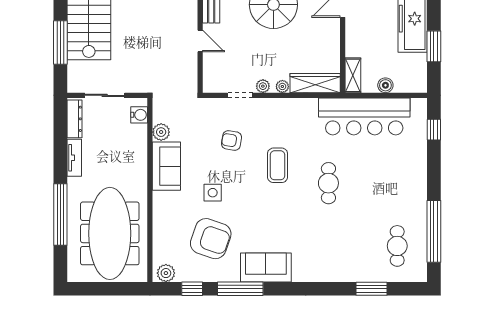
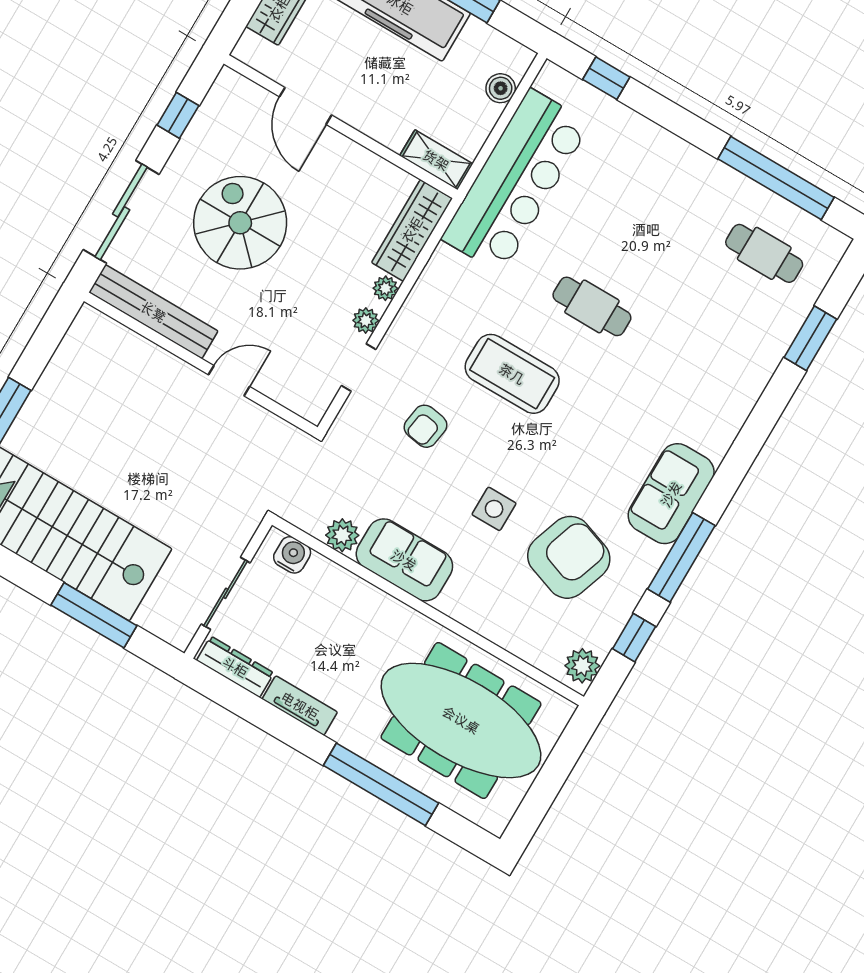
boiler: (385, 85) -> (501, 88), moved
coffee table: (278, 165) -> (512, 374), width x1.36, depth x1.32

